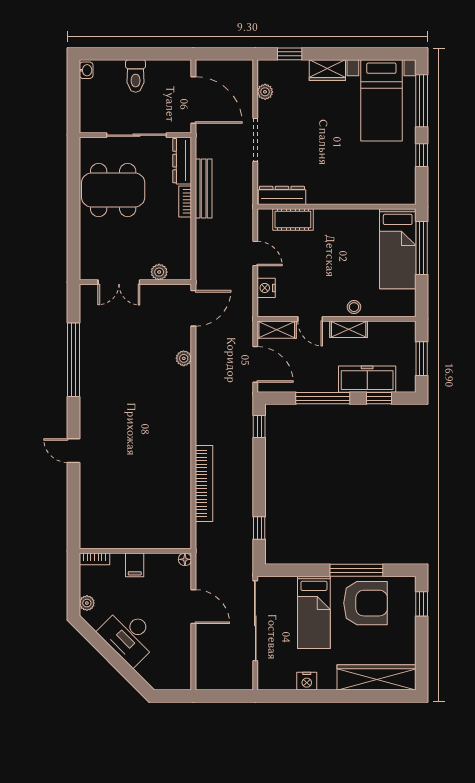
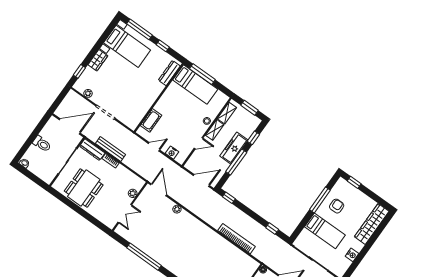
dresser: (282, 195) -> (169, 73), moved
shelving: (277, 330) -> (227, 113), moved
freezer: (367, 379) -> (234, 148), moved
armchair: (366, 603) -> (337, 206), width x0.53, depth x0.53

